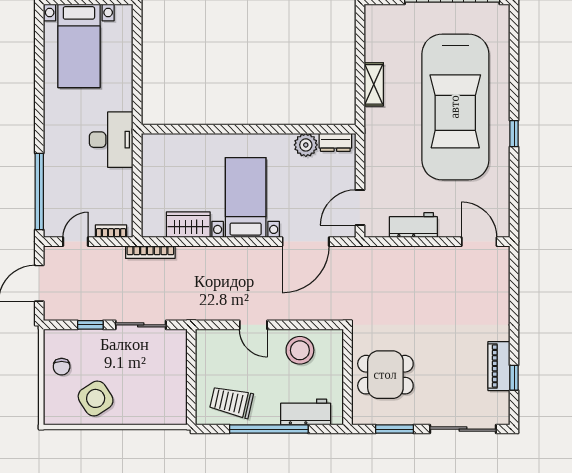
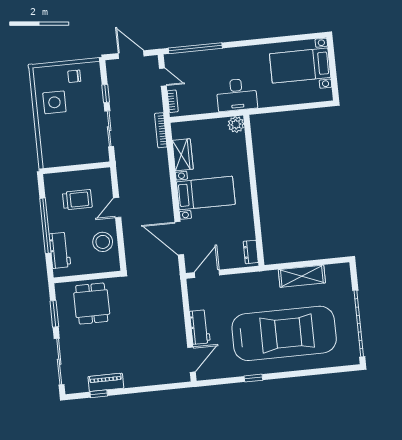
shelving: (374, 84) -> (302, 276), width x1.50, depth x1.33
car: (455, 107) -> (284, 333), turned 180
window: (514, 134) -> (253, 378), moved
plant: (306, 145) -> (236, 124), moved
door: (360, 207) -> (207, 274), hinge flipped
workbench: (413, 225) -> (200, 327), moved
side table: (96, 398) -> (54, 102), turned 33
trolley: (231, 402) -> (77, 200), moved, turned 77

